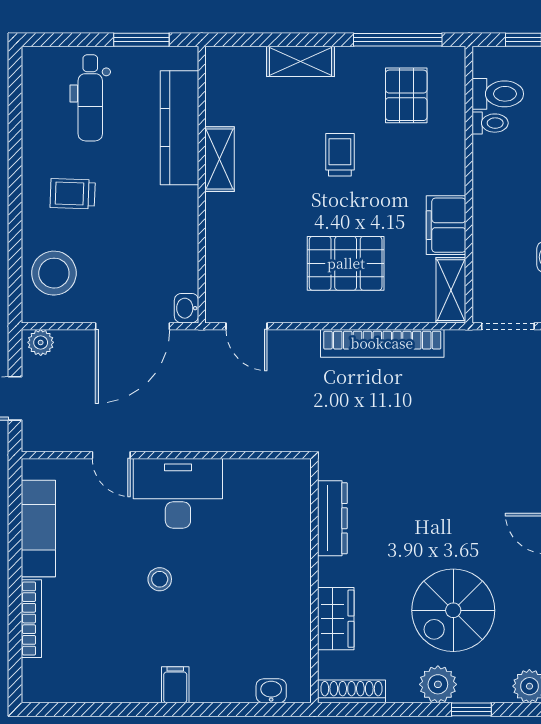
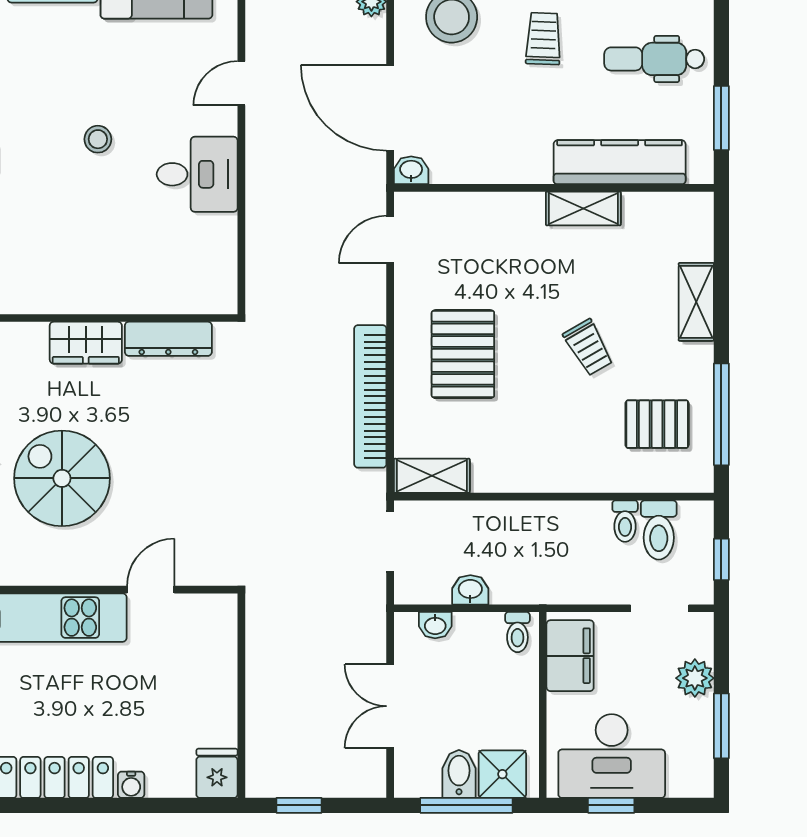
trolley: (340, 155) -> (588, 347), turned 60
filing cabinet: (446, 225) -> (507, 470), removed
desk: (178, 493) -> (197, 174), width x0.73
wardrobe: (336, 619) -> (86, 343), moved

